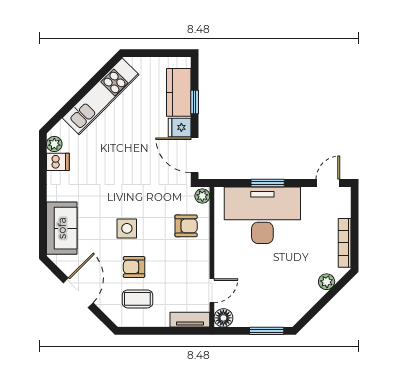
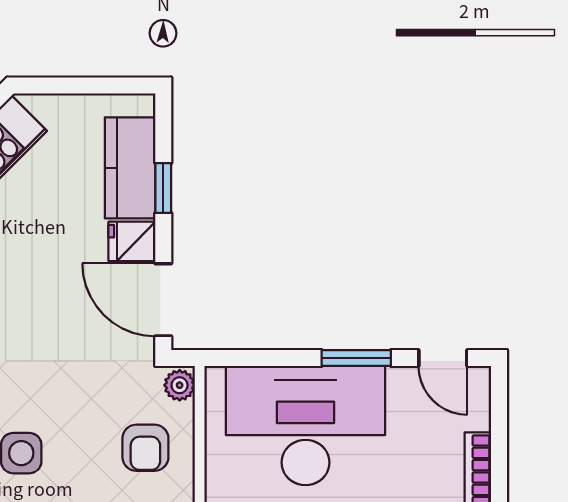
window: (268, 183) -> (356, 358), moved
door: (328, 183) -> (443, 358), swing flipped
armchair: (186, 226) -> (145, 448), turned 90

